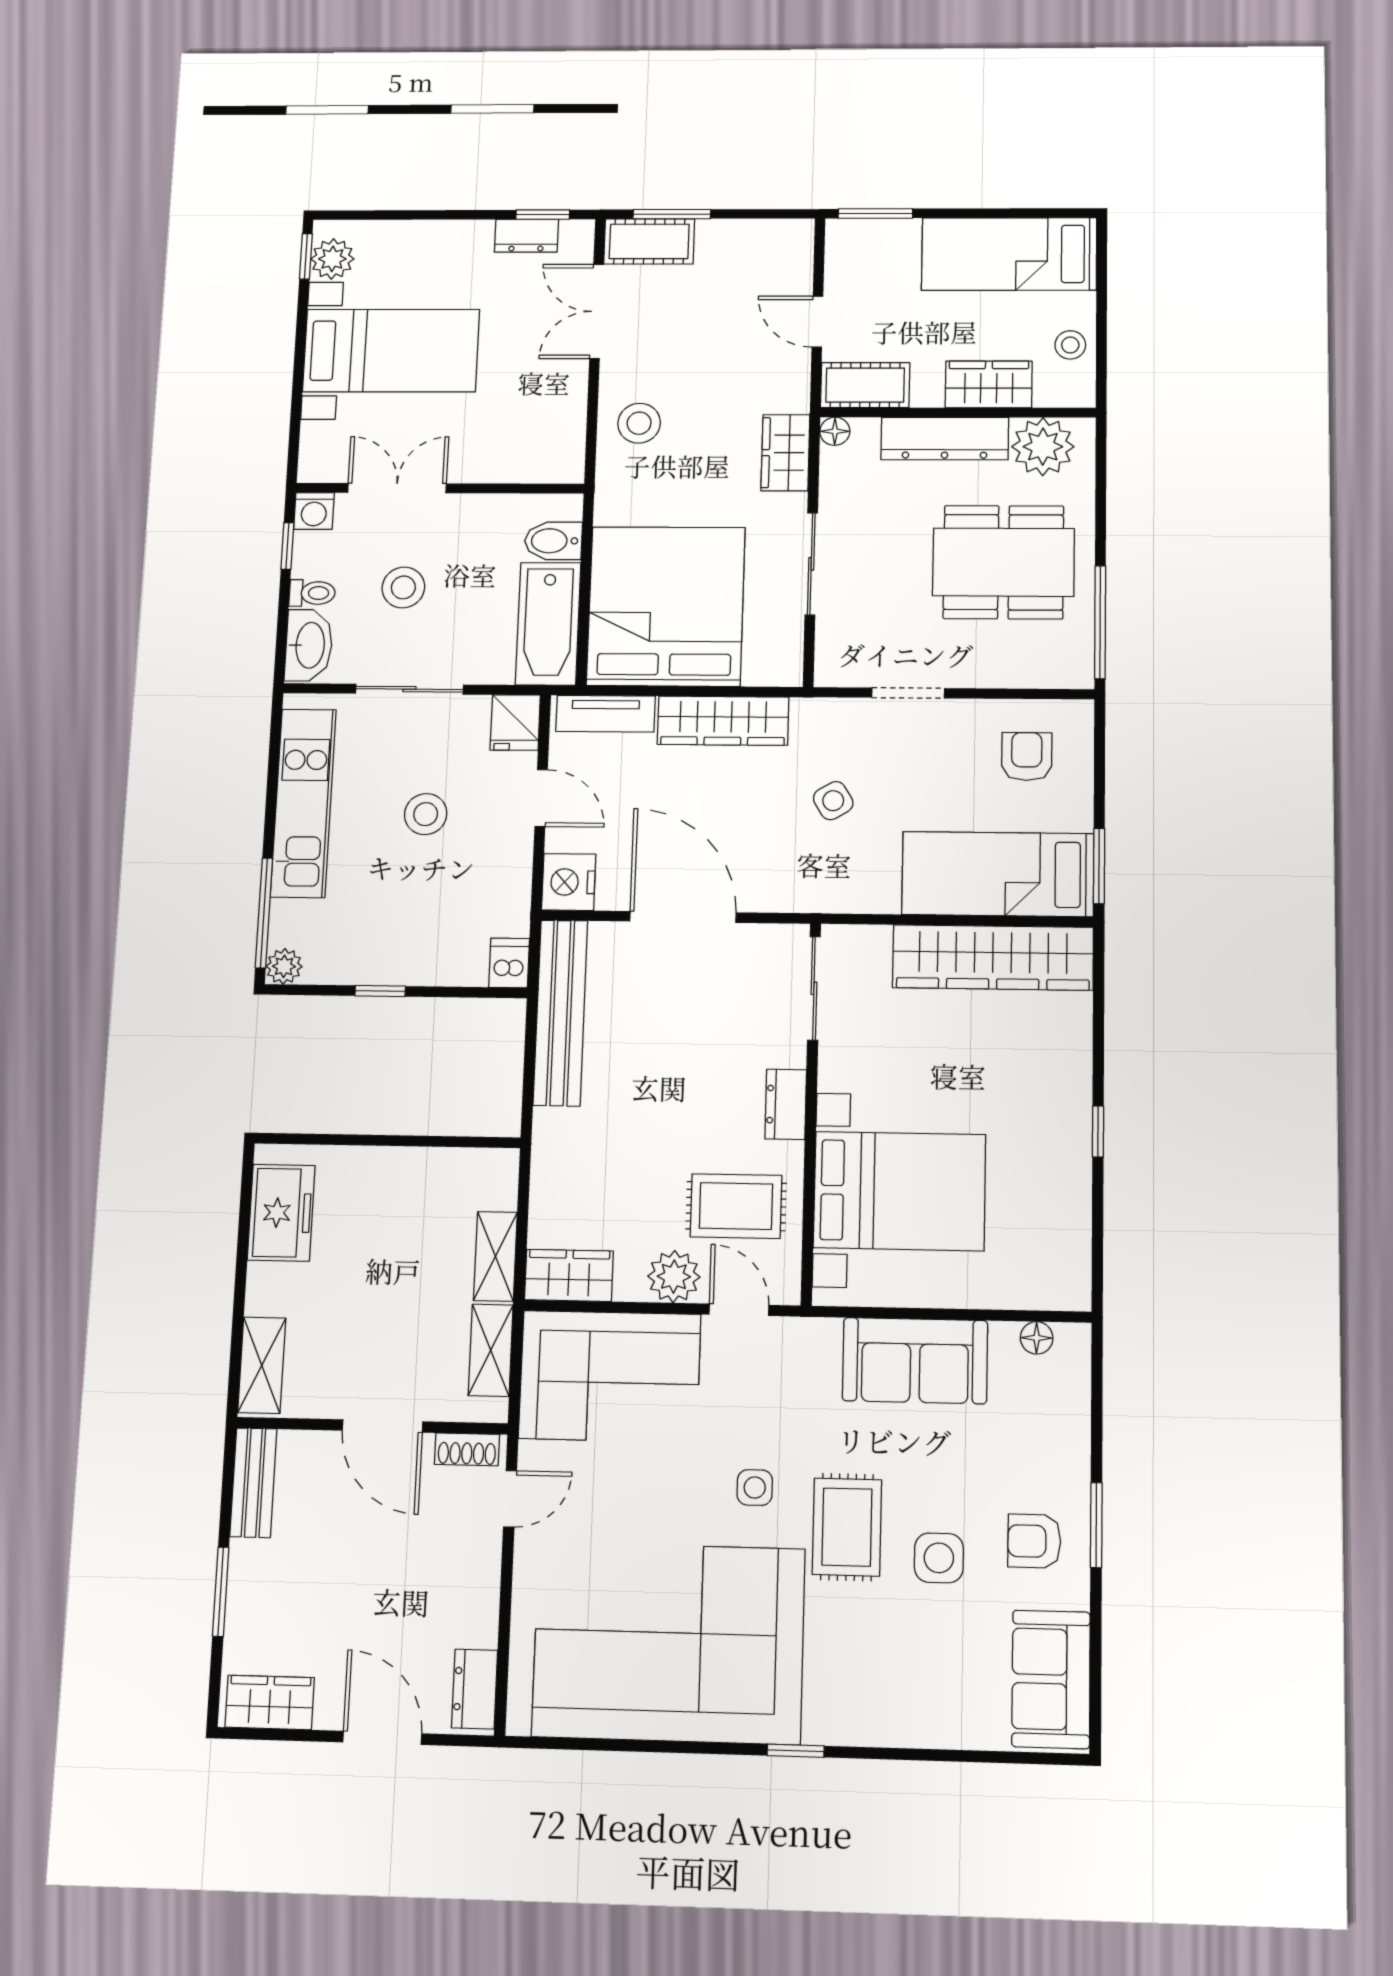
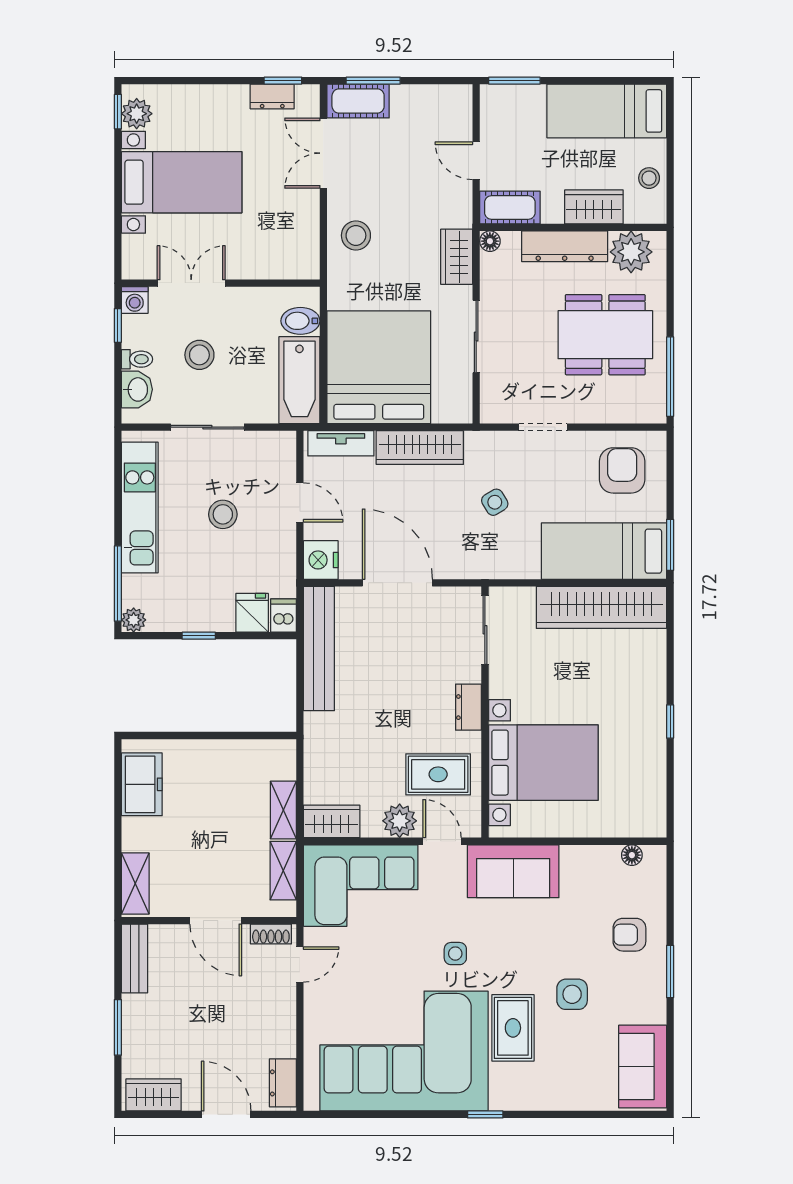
washbasin: (309, 645) -> (137, 389), width x0.72
fridge: (515, 723) -> (252, 613), moved, turned 180
armchair: (1027, 756) -> (622, 470), width x1.38, depth x1.38
sofa: (915, 1361) -> (513, 871), moved
rug: (847, 1527) -> (513, 1028), moved
armchair: (1034, 1541) -> (629, 935), moved

